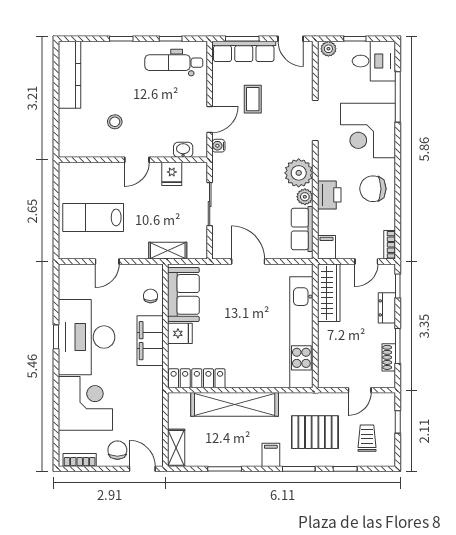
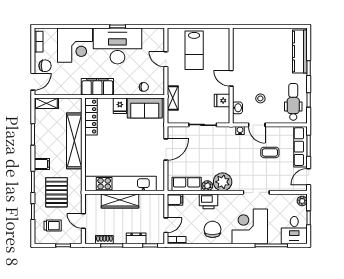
kitchen counter: (69, 75) -> (300, 51), moved, turned 90
stool: (115, 122) -> (260, 98), moved
lab bench: (93, 217) -> (194, 50), turned 180
door: (366, 262) -> (166, 225), swing flipped
wardrobe: (329, 293) -> (120, 201), moved
filing cabinet: (150, 341) -> (97, 87), moved

